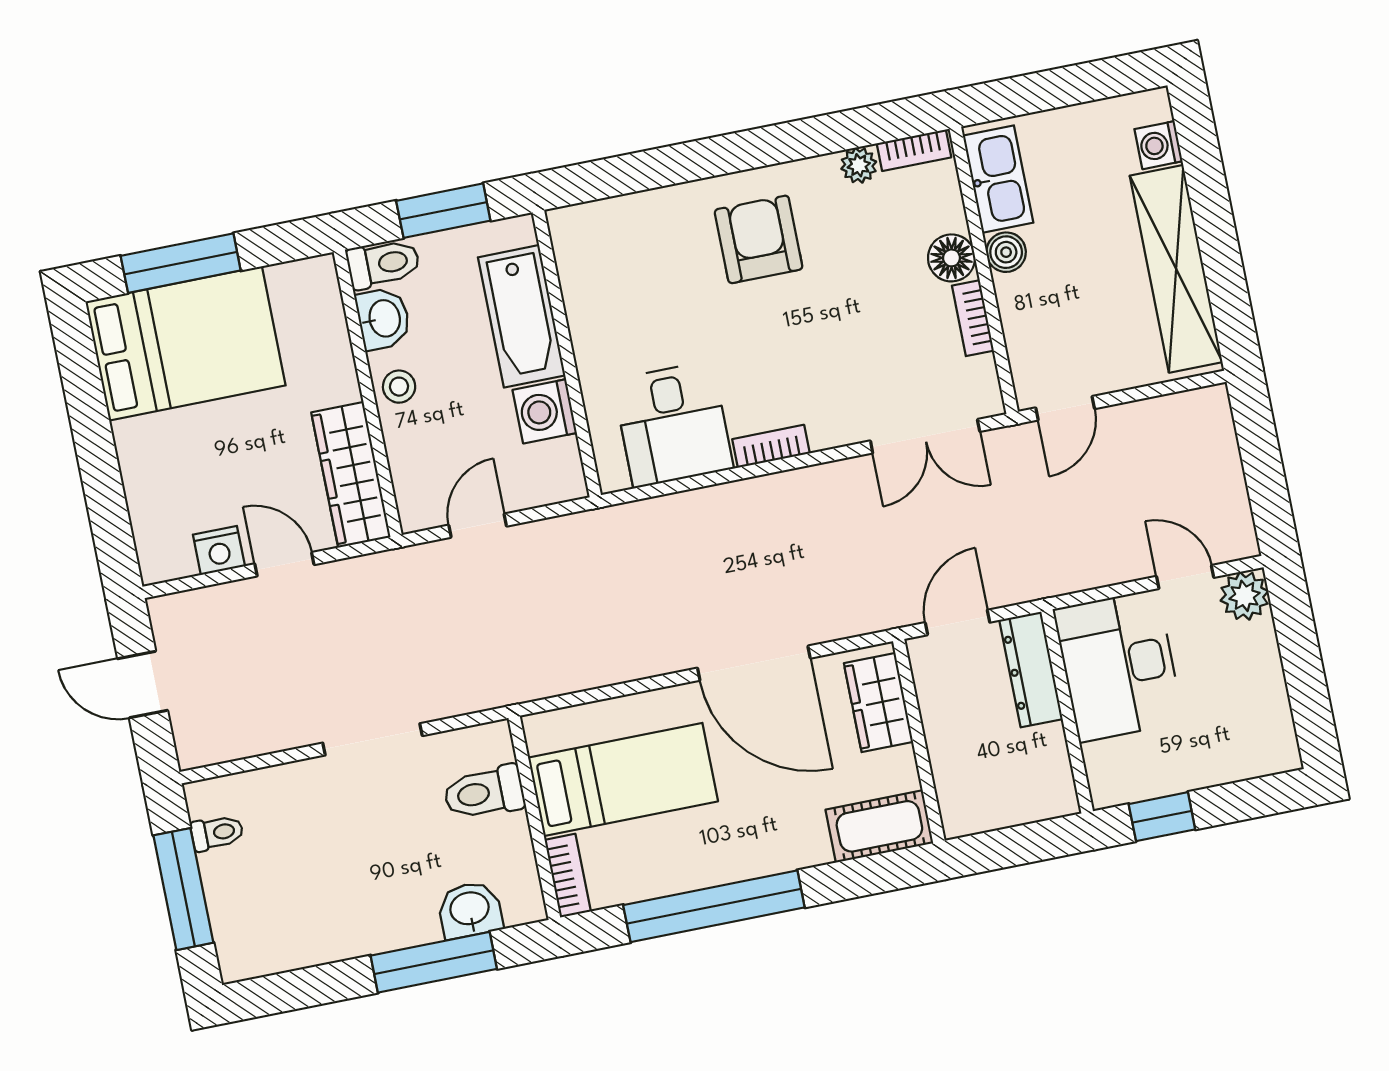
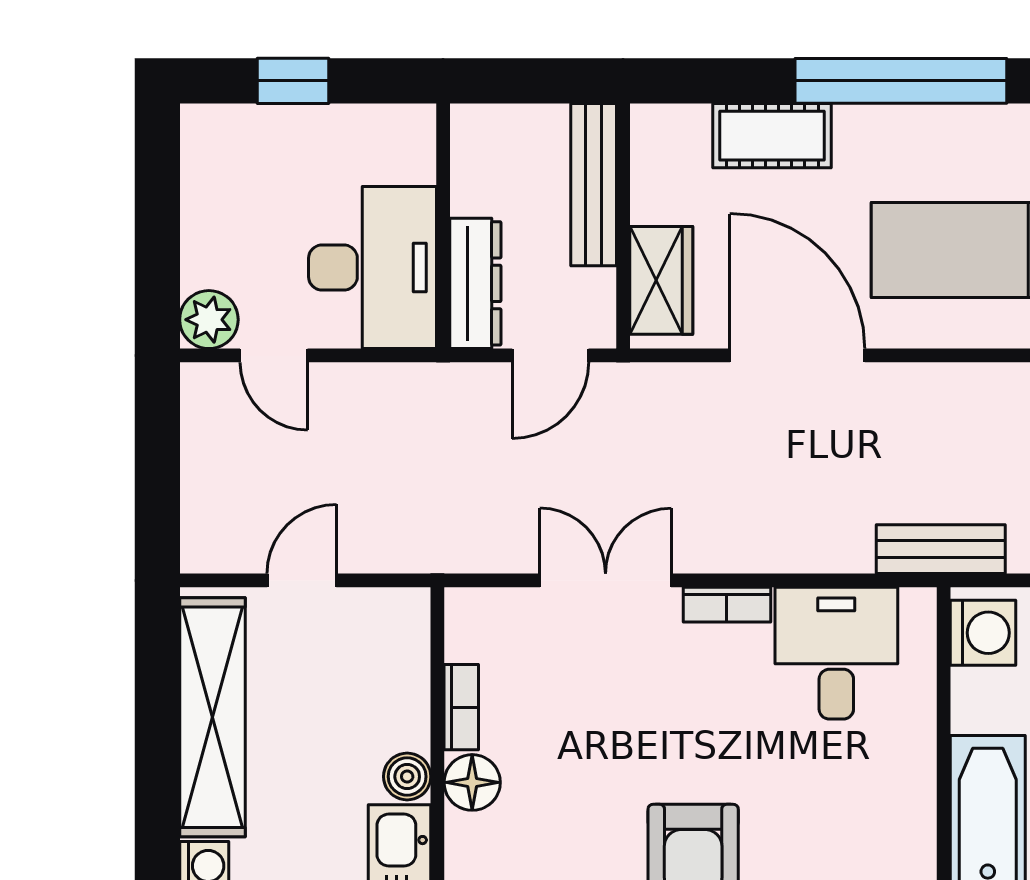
door: (1065, 408) -> (302, 580), moved
washing machine: (545, 411) -> (983, 633), moved
double door: (925, 436) -> (606, 580), moved
bench: (604, 527) -> (941, 549), added
bench: (950, 770) -> (594, 185), added
window: (1162, 817) -> (293, 81), moved
cot: (879, 826) -> (772, 136), moved

